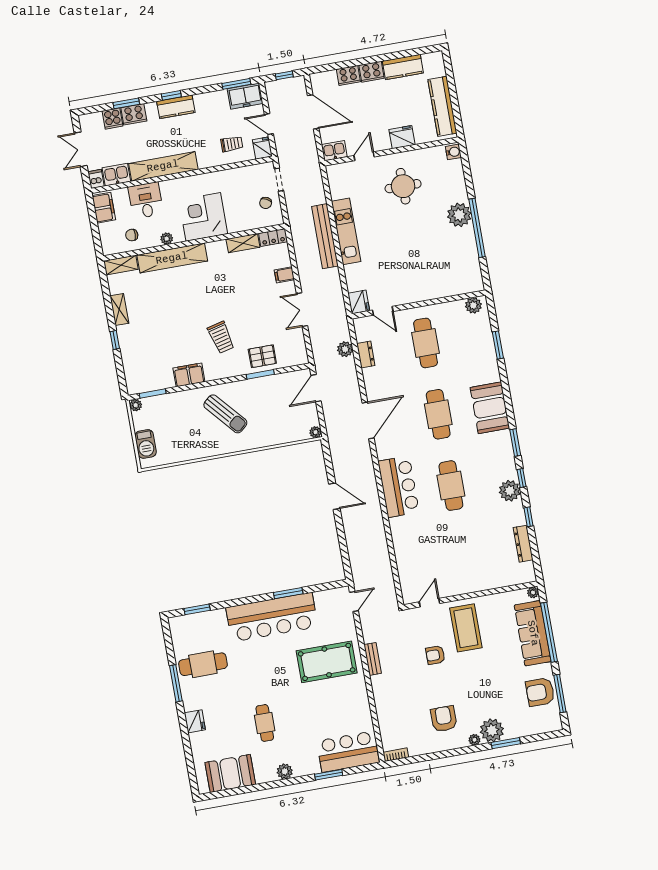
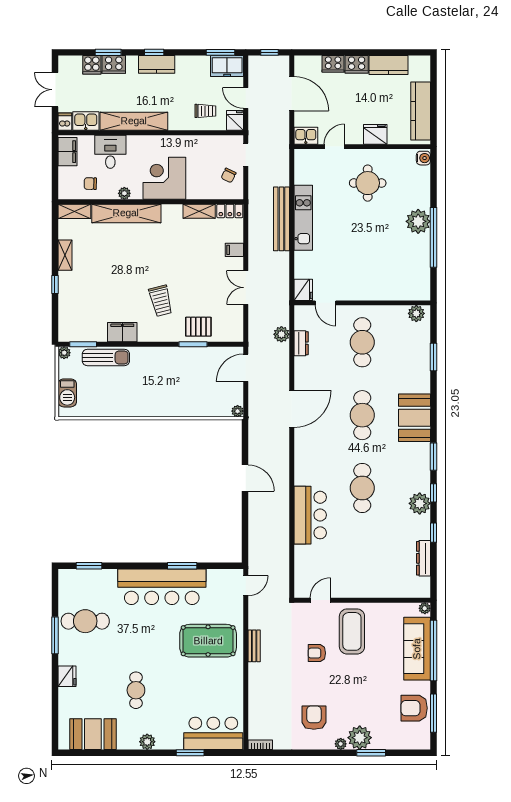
sun lounger: (225, 414) -> (106, 357), moved, turned -49
bar counter: (399, 487) -> (310, 515), moved

